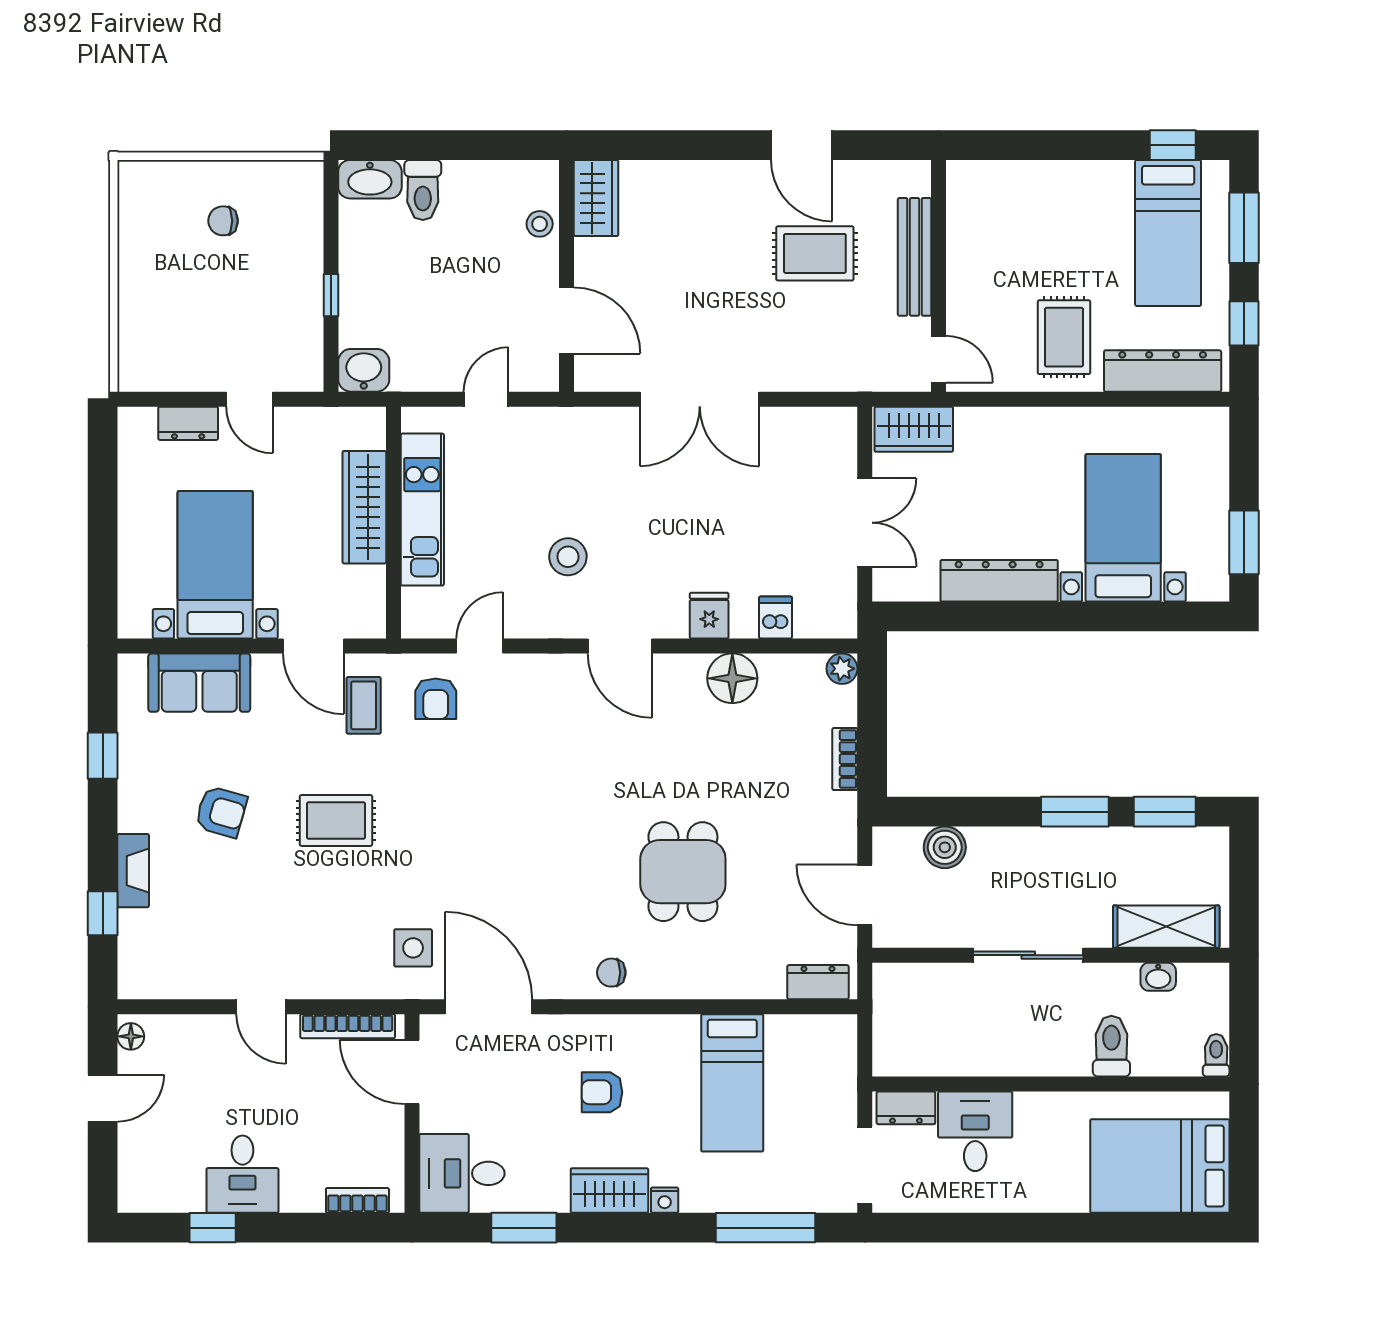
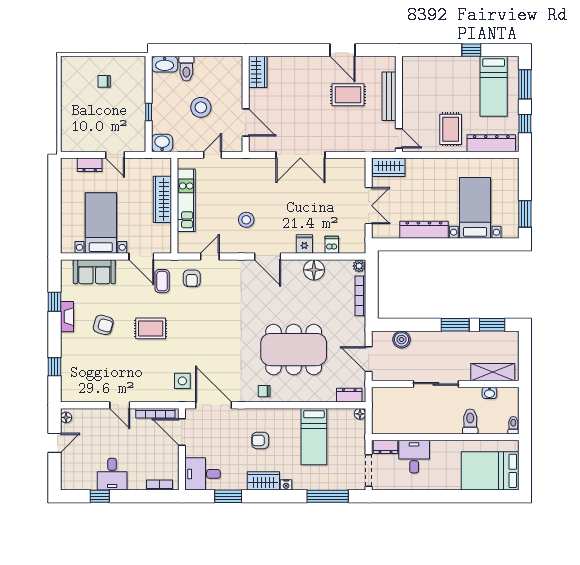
window: (1173, 145) -> (471, 50), moved
stool: (540, 224) -> (201, 107), moved, width x1.89, depth x1.89
bookcase: (845, 759) -> (360, 296), width x1.56
fireplace: (133, 871) -> (67, 317), moved
dining table: (683, 872) -> (294, 350), width x1.88, depth x1.24
floor lamp: (844, 1028) -> (360, 414), added

